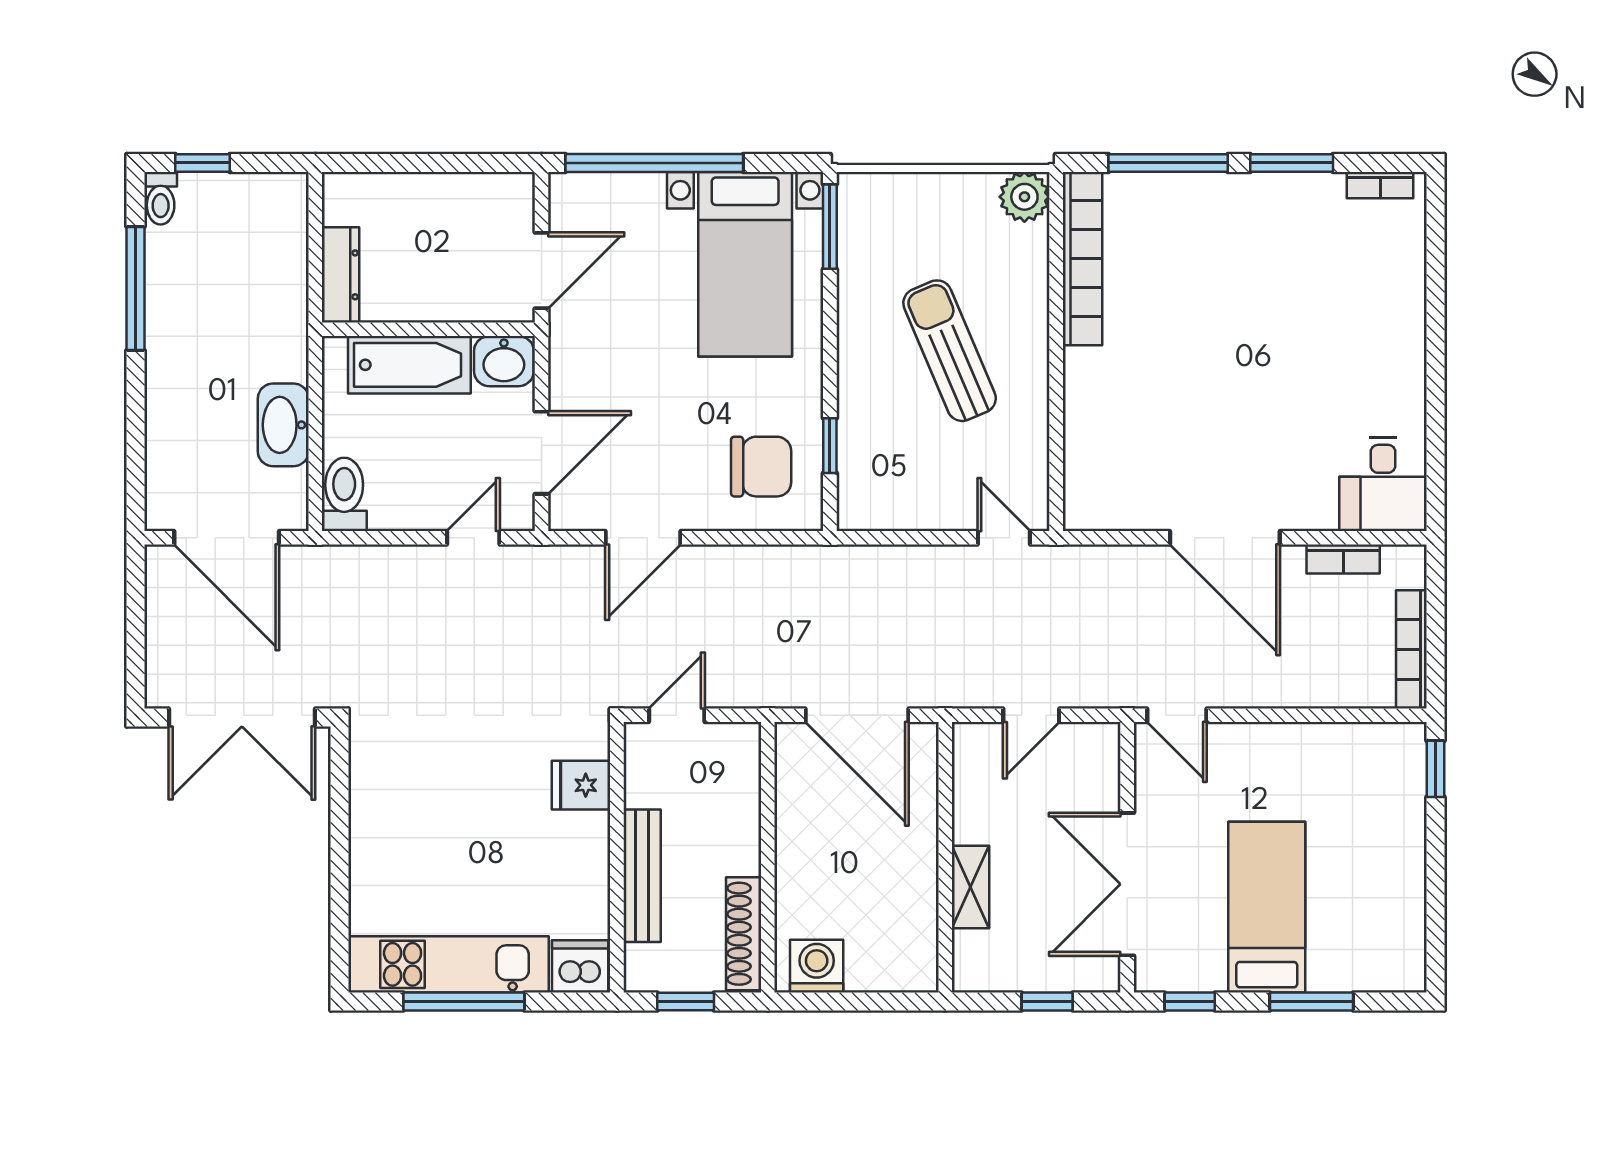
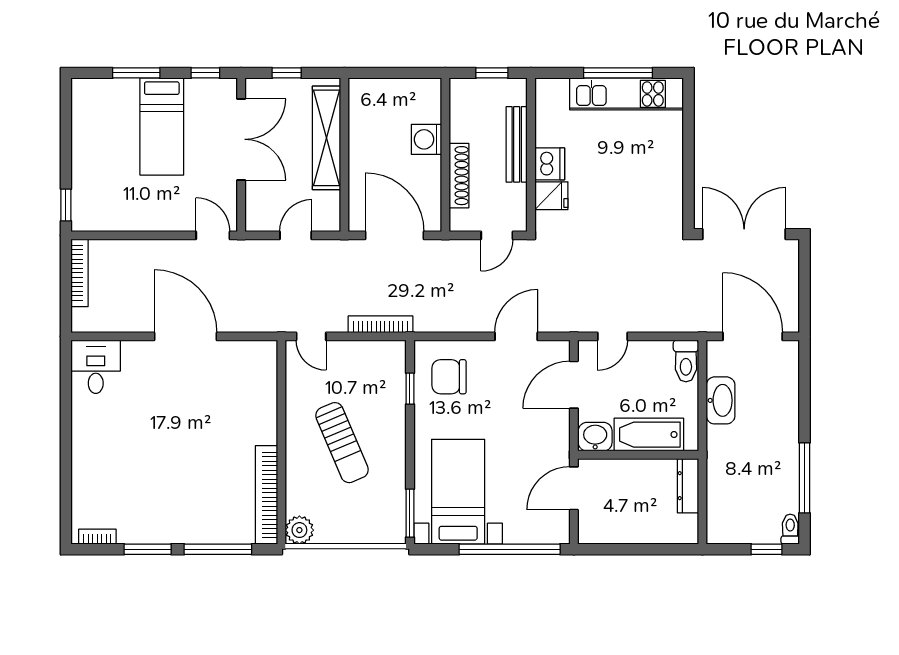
bookcase: (1343, 559) -> (381, 324), moved, width x1.56
shelving: (970, 887) -> (327, 138), width x2.20, depth x1.33
shoe rack: (744, 934) -> (459, 176), moved
dishwasher: (580, 966) -> (550, 164), moved, turned -90
washing machine: (817, 966) -> (426, 139), moved, turned 90

